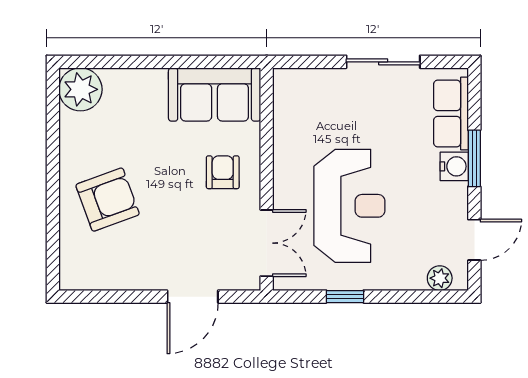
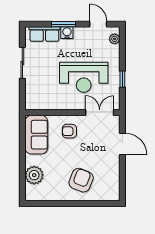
plant: (80, 89) -> (34, 175), moved
armchair: (108, 200) -> (81, 180), turned 42
reception desk: (349, 206) -> (84, 77), turned 180

